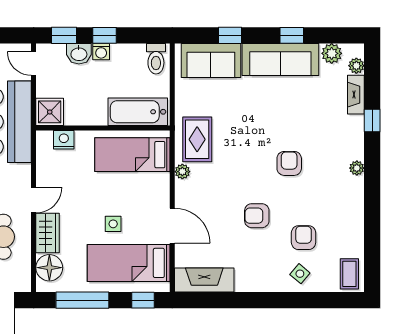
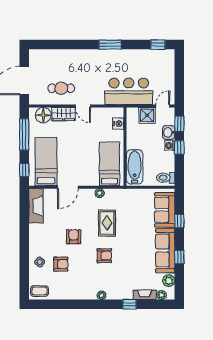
shower: (50, 112) -> (147, 115), moved
rug: (197, 139) -> (107, 223), moved, turned 90
side table: (113, 224) -> (69, 153), removed

